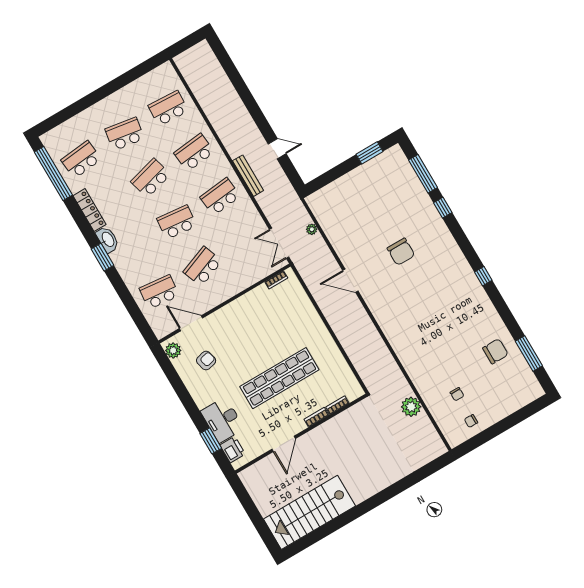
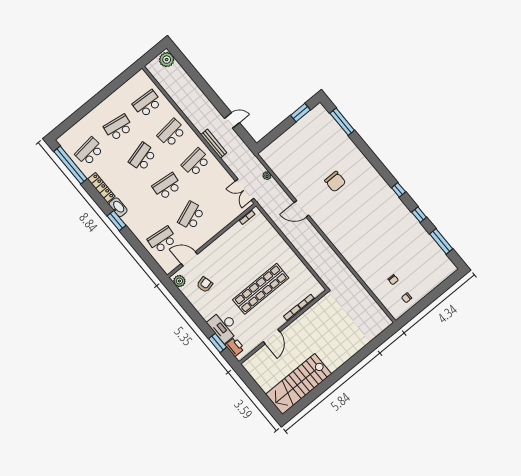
window: (443, 208) -> (419, 215), moved
chair: (495, 351) -> (416, 244), removed
plant: (411, 407) -> (167, 60), moved

